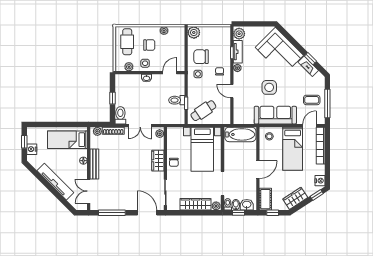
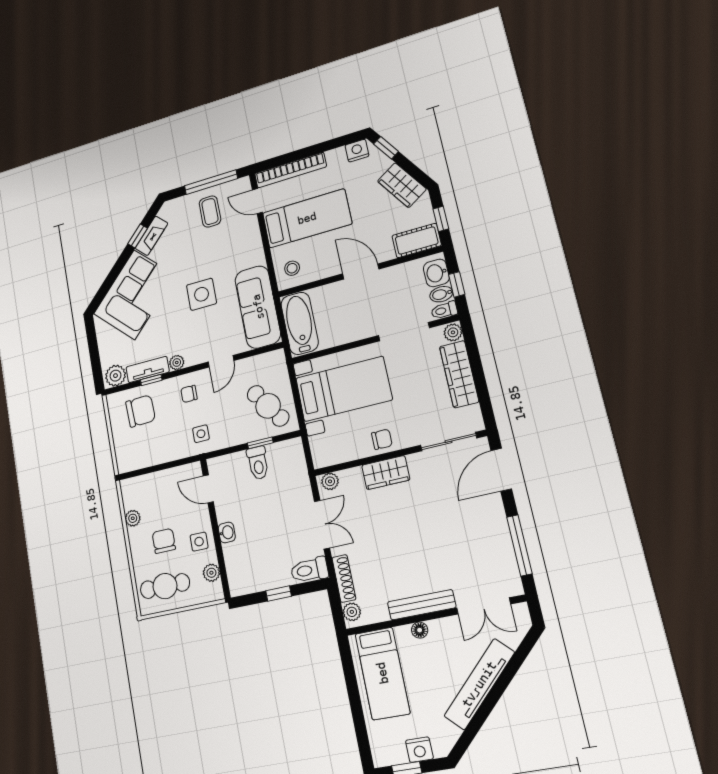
plant: (194, 32) -> (127, 460), removed
chair: (201, 57) -> (140, 411), moved, turned -92
sofa: (275, 115) -> (258, 307), moved

